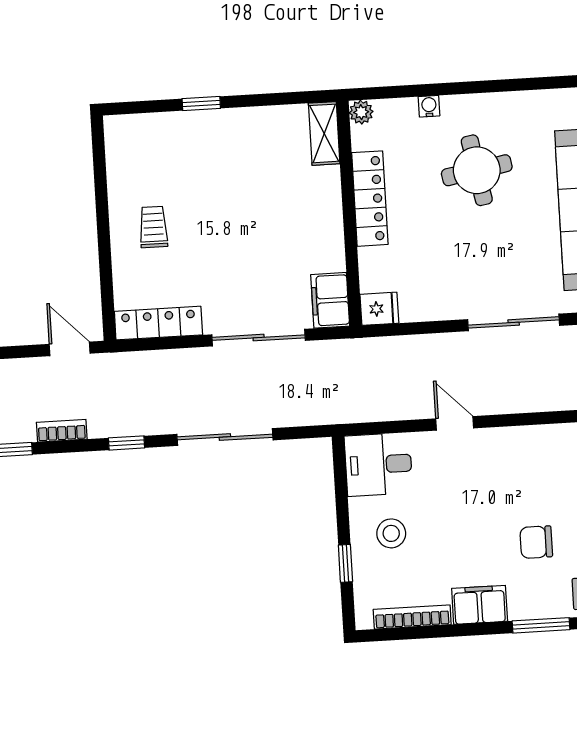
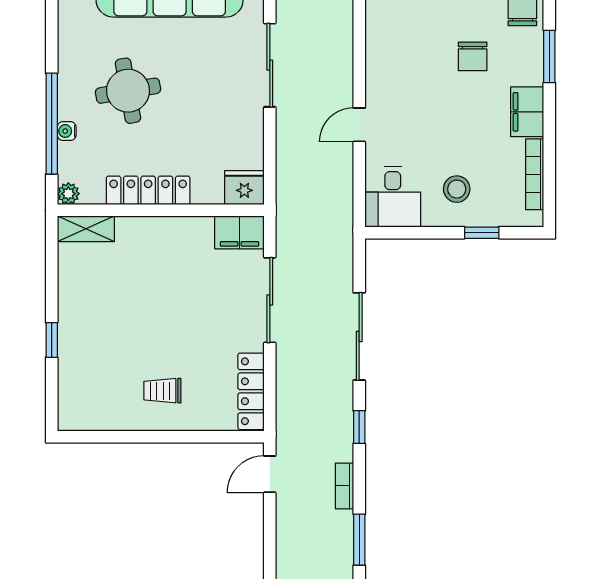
window: (436, 90) -> (52, 124), added
fridge: (379, 309) -> (244, 188), width x1.38

